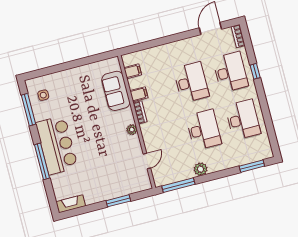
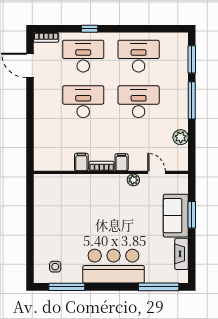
filing cabinet: (133, 71) -> (122, 162), moved
sofa: (116, 91) -> (176, 216), moved, turned 90
plant: (132, 130) -> (133, 180), moved
window: (42, 161) -> (159, 287), moved
plant: (201, 169) -> (181, 137), moved
window: (178, 185) -> (192, 100), moved
fireplace: (71, 204) -> (181, 254), moved

